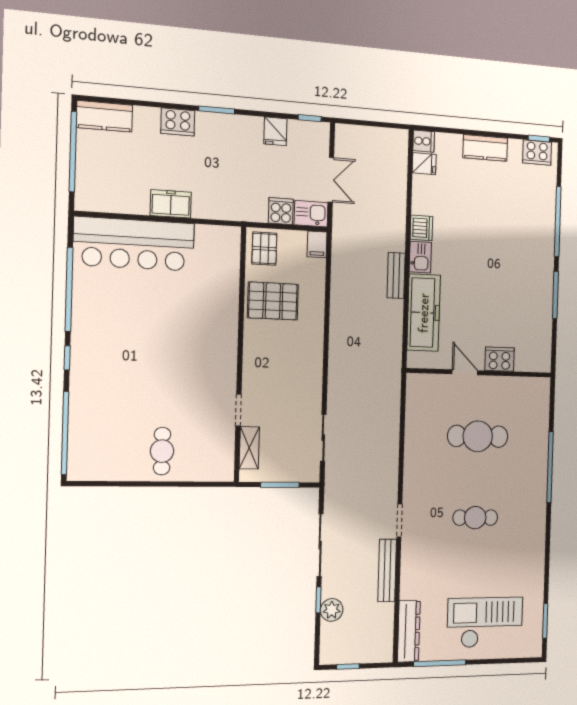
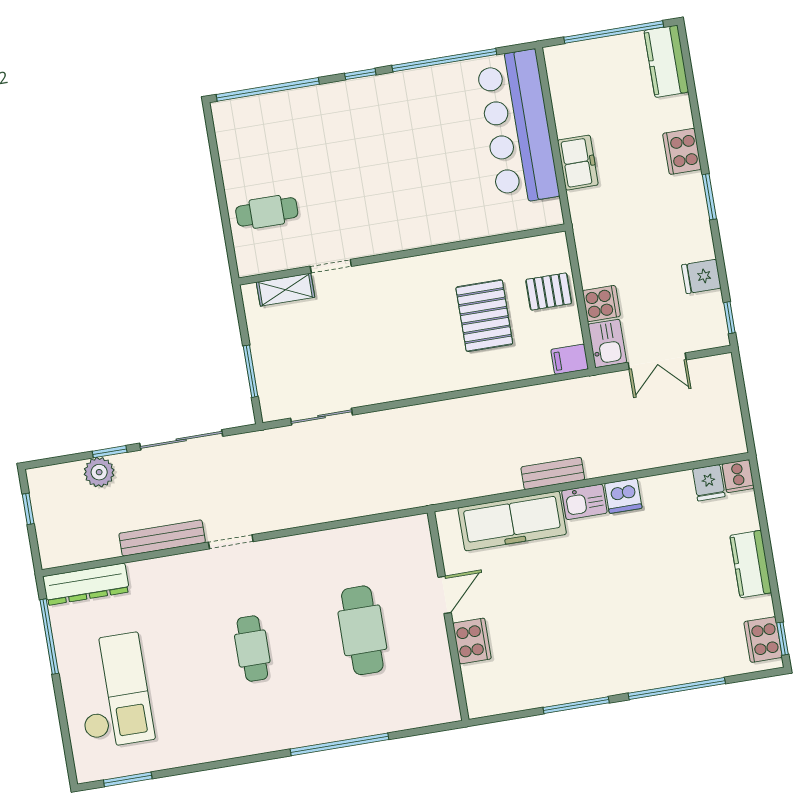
wall: (240, 354) -> (402, 254), moved
doorway: (238, 410) -> (331, 266), moved
shelving: (249, 448) -> (285, 290), moved

